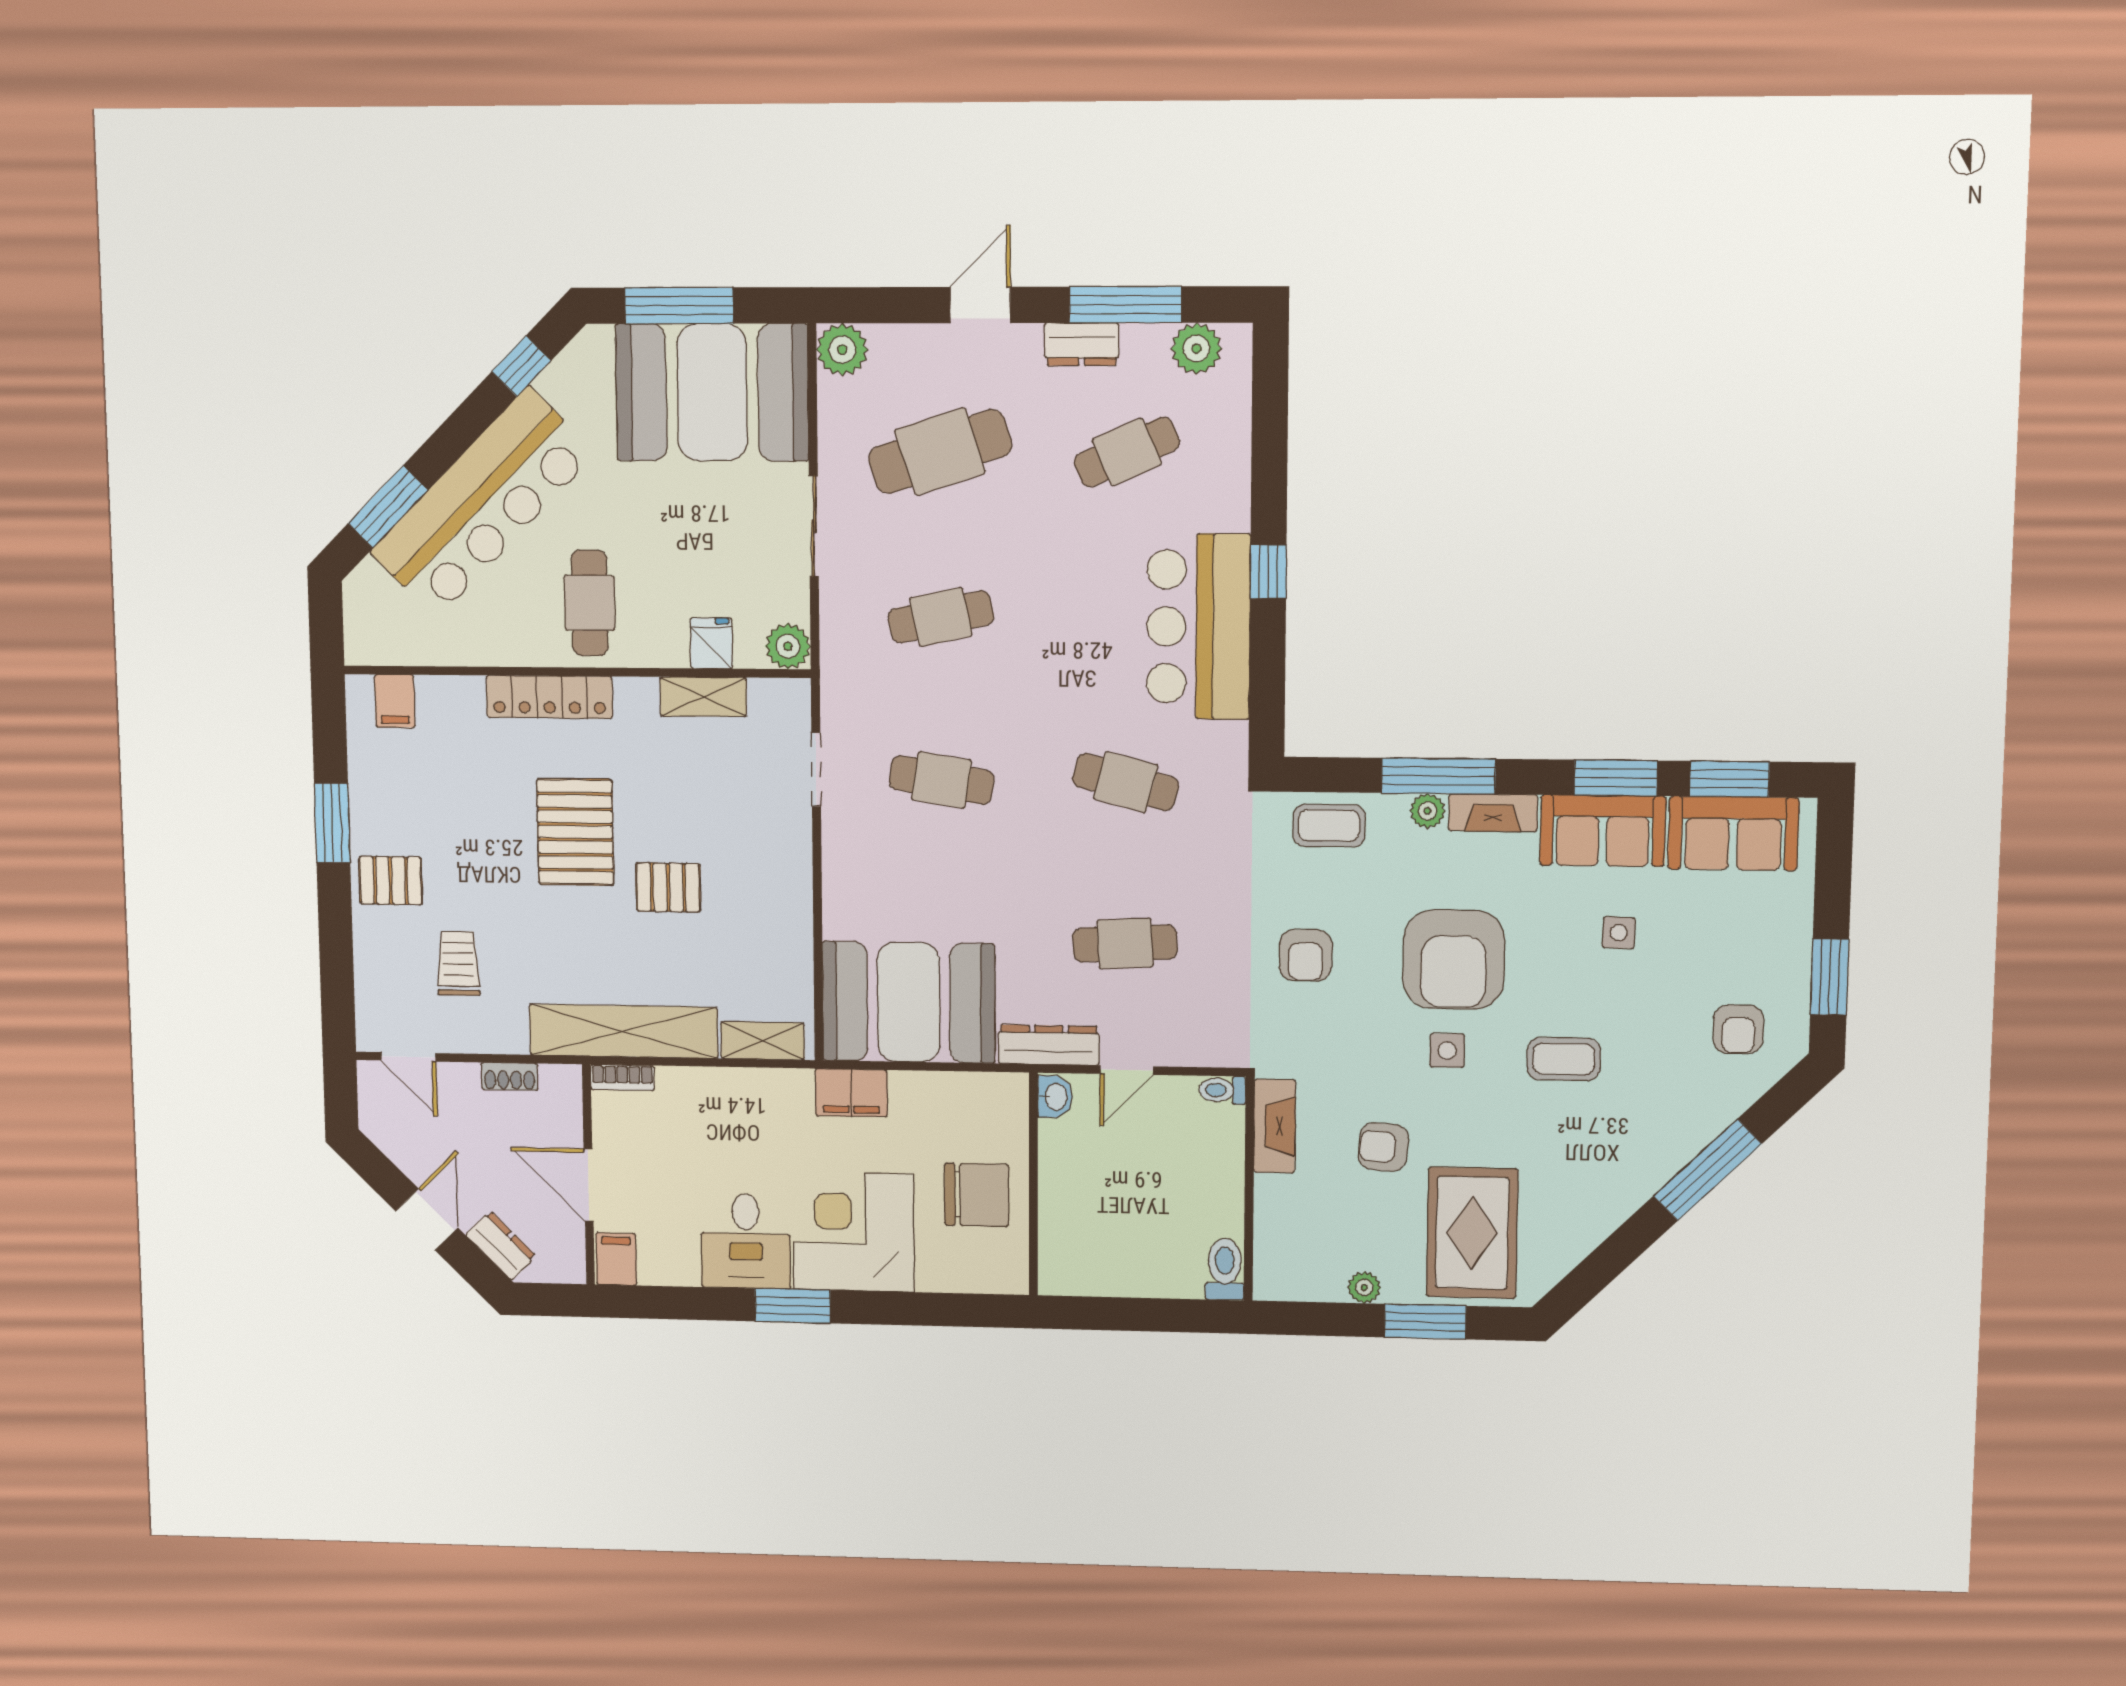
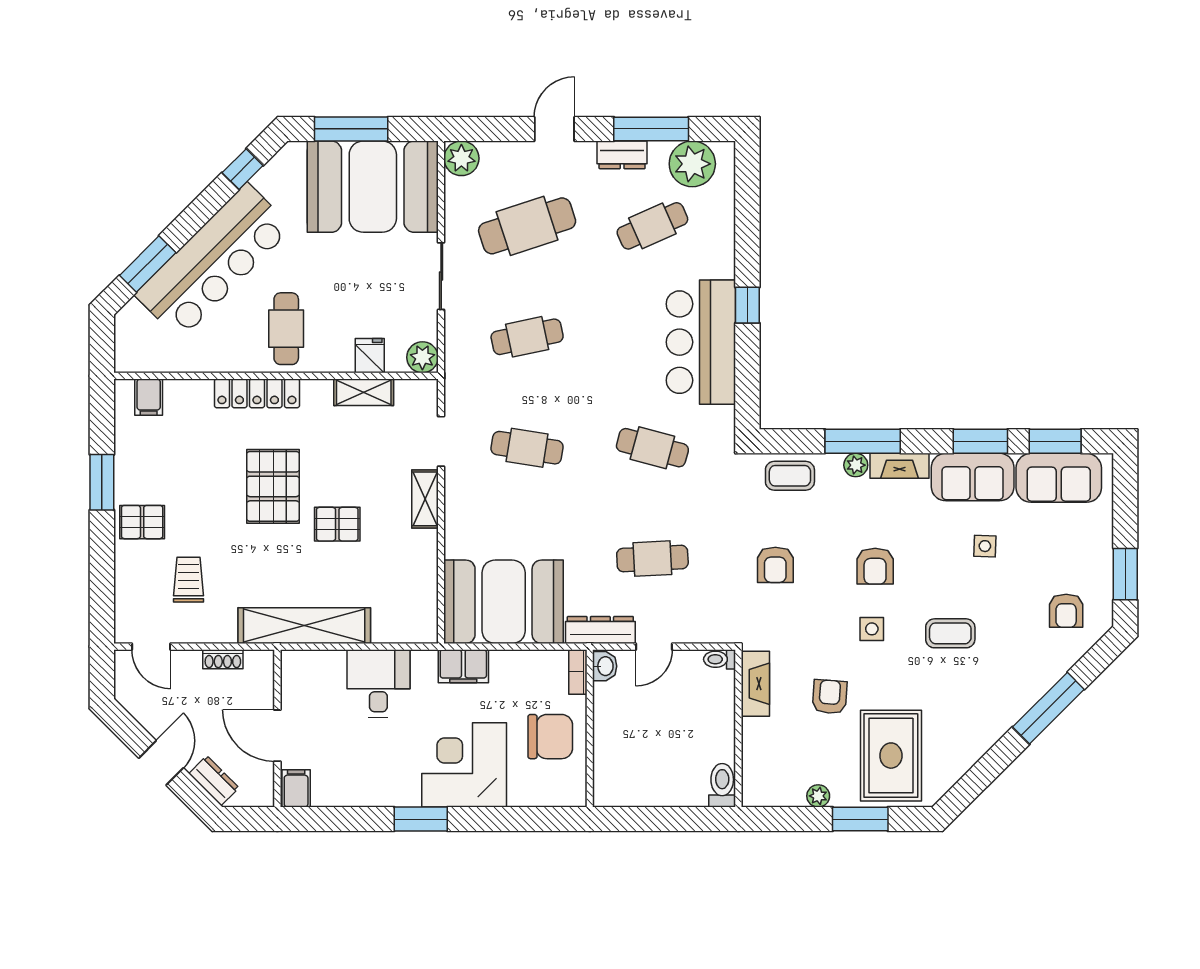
plant: (1196, 349) -> (692, 164), width x1.36, depth x1.36
armchair: (1454, 960) -> (875, 566), width x0.53, depth x0.53
shelving: (763, 1041) -> (425, 499), moved, turned 90
bookcase: (622, 1078) -> (578, 672), moved, turned 90
armchair: (1383, 1147) -> (830, 697), turned 89
desk: (746, 1241) -> (378, 683), moved, turned 180

